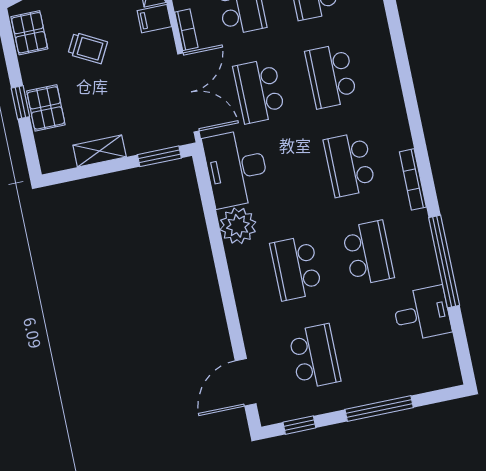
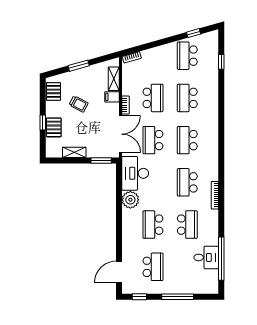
window: (444, 261) -> (221, 259), moved

